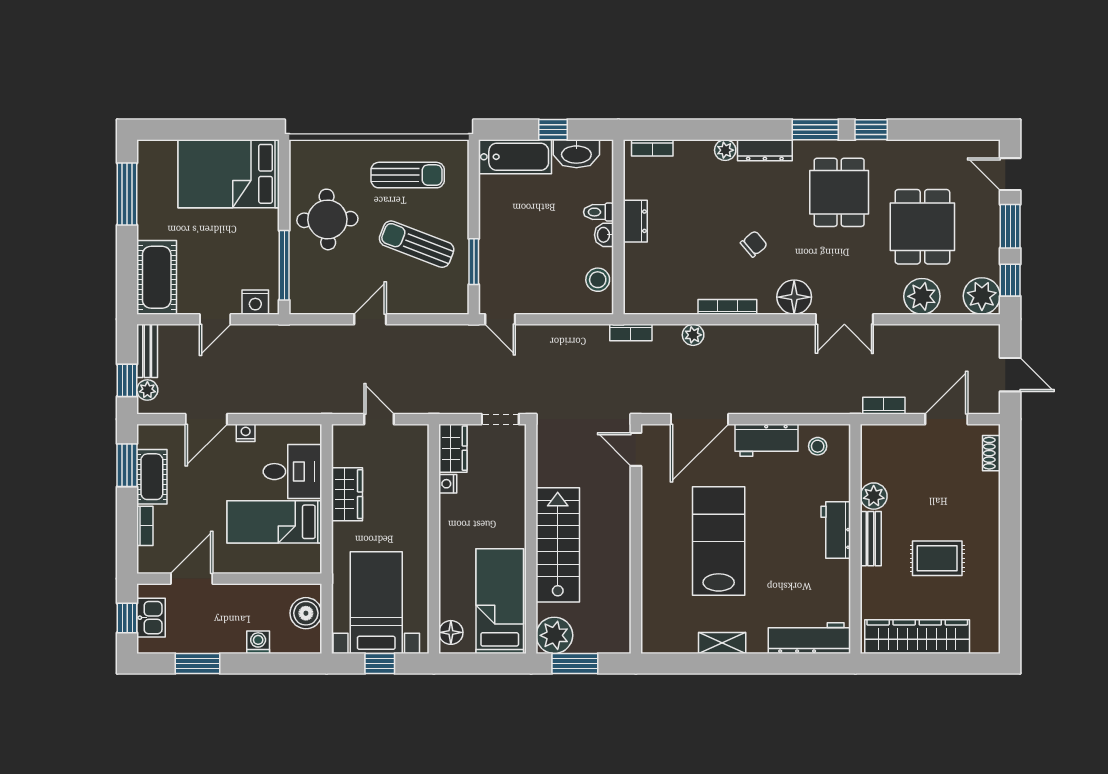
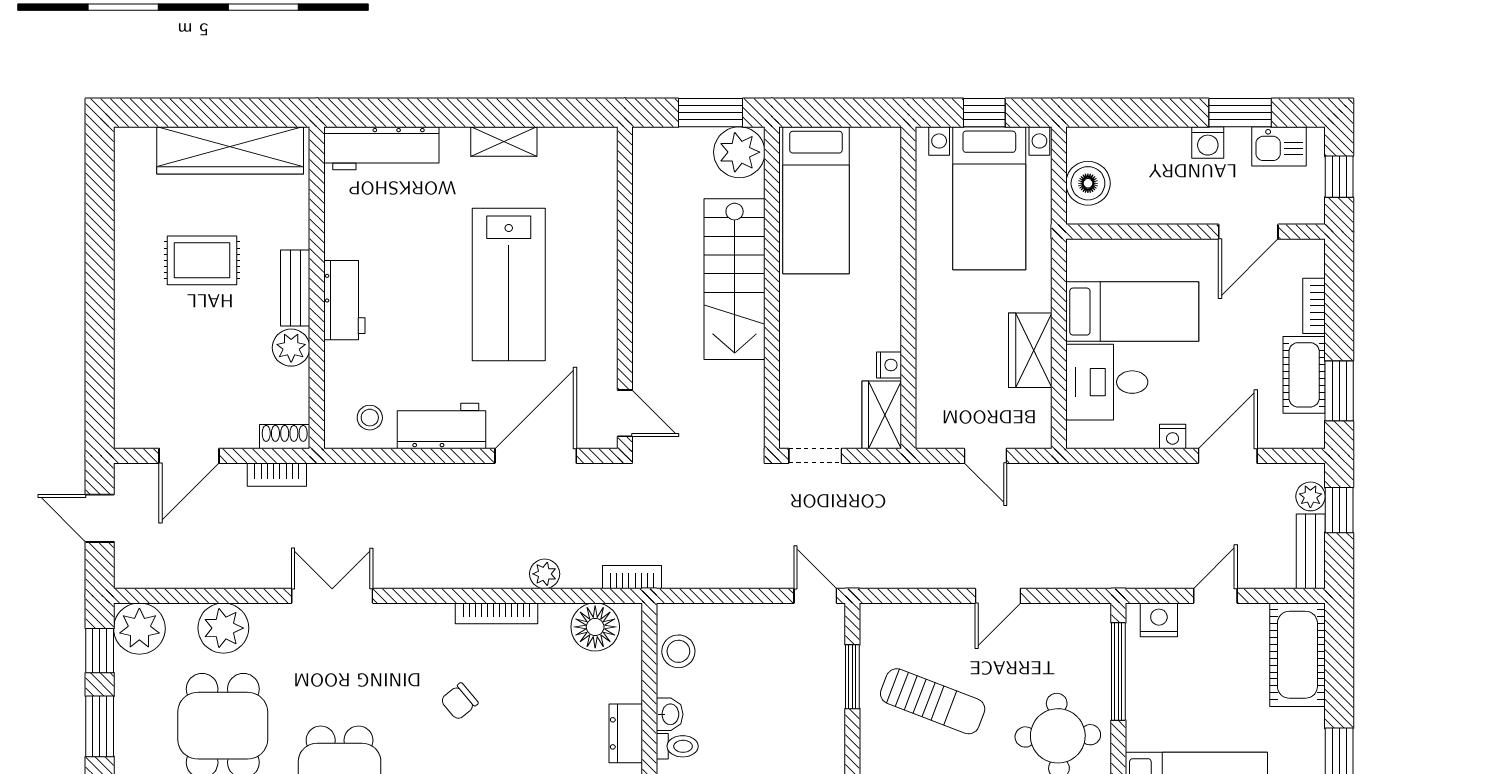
floor lamp: (794, 297) -> (595, 627), moved
shoe rack: (991, 453) -> (285, 437), moved, turned -90
kitchen sink: (151, 618) -> (1279, 146), moved, turned -90
floor lamp: (451, 632) -> (885, 156), removed
washing machine: (258, 642) -> (1208, 143), moved

